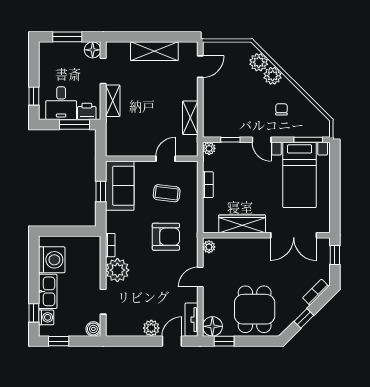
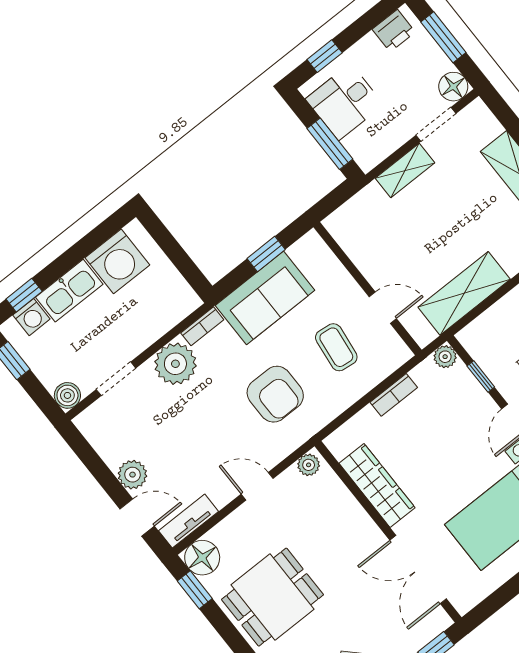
printer: (87, 111) -> (394, 31), moved, turned 90
shelving: (190, 118) -> (464, 293), width x1.50, depth x1.33
sofa: (120, 186) -> (265, 298), moved

